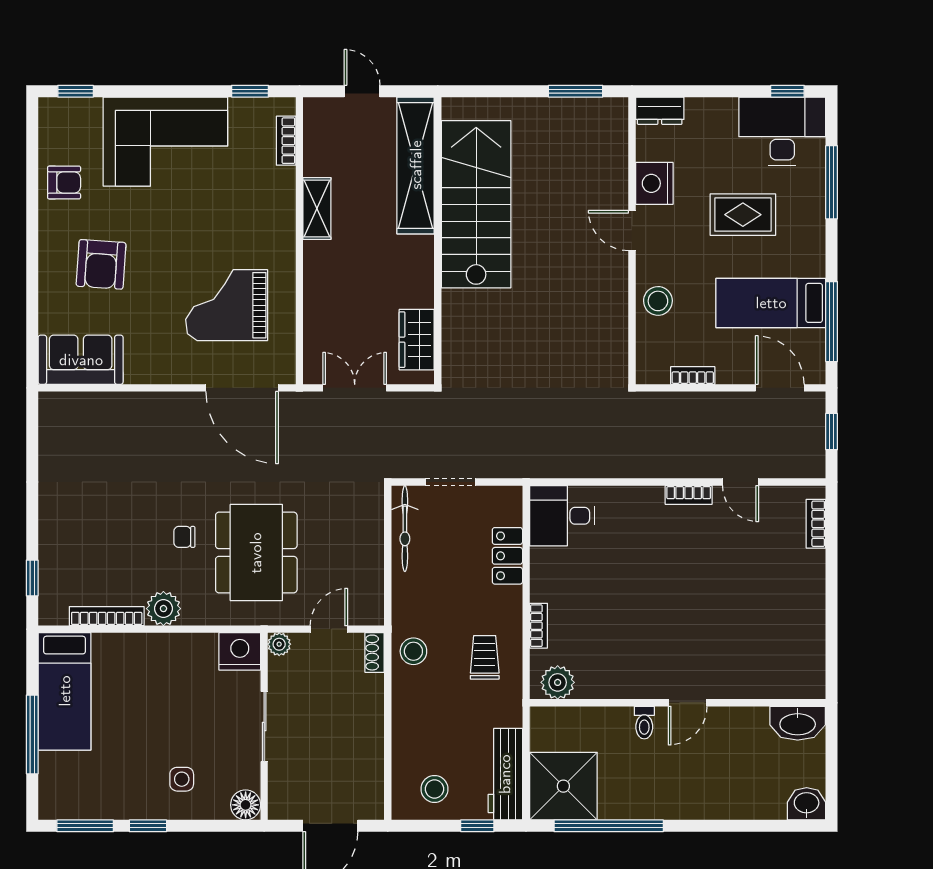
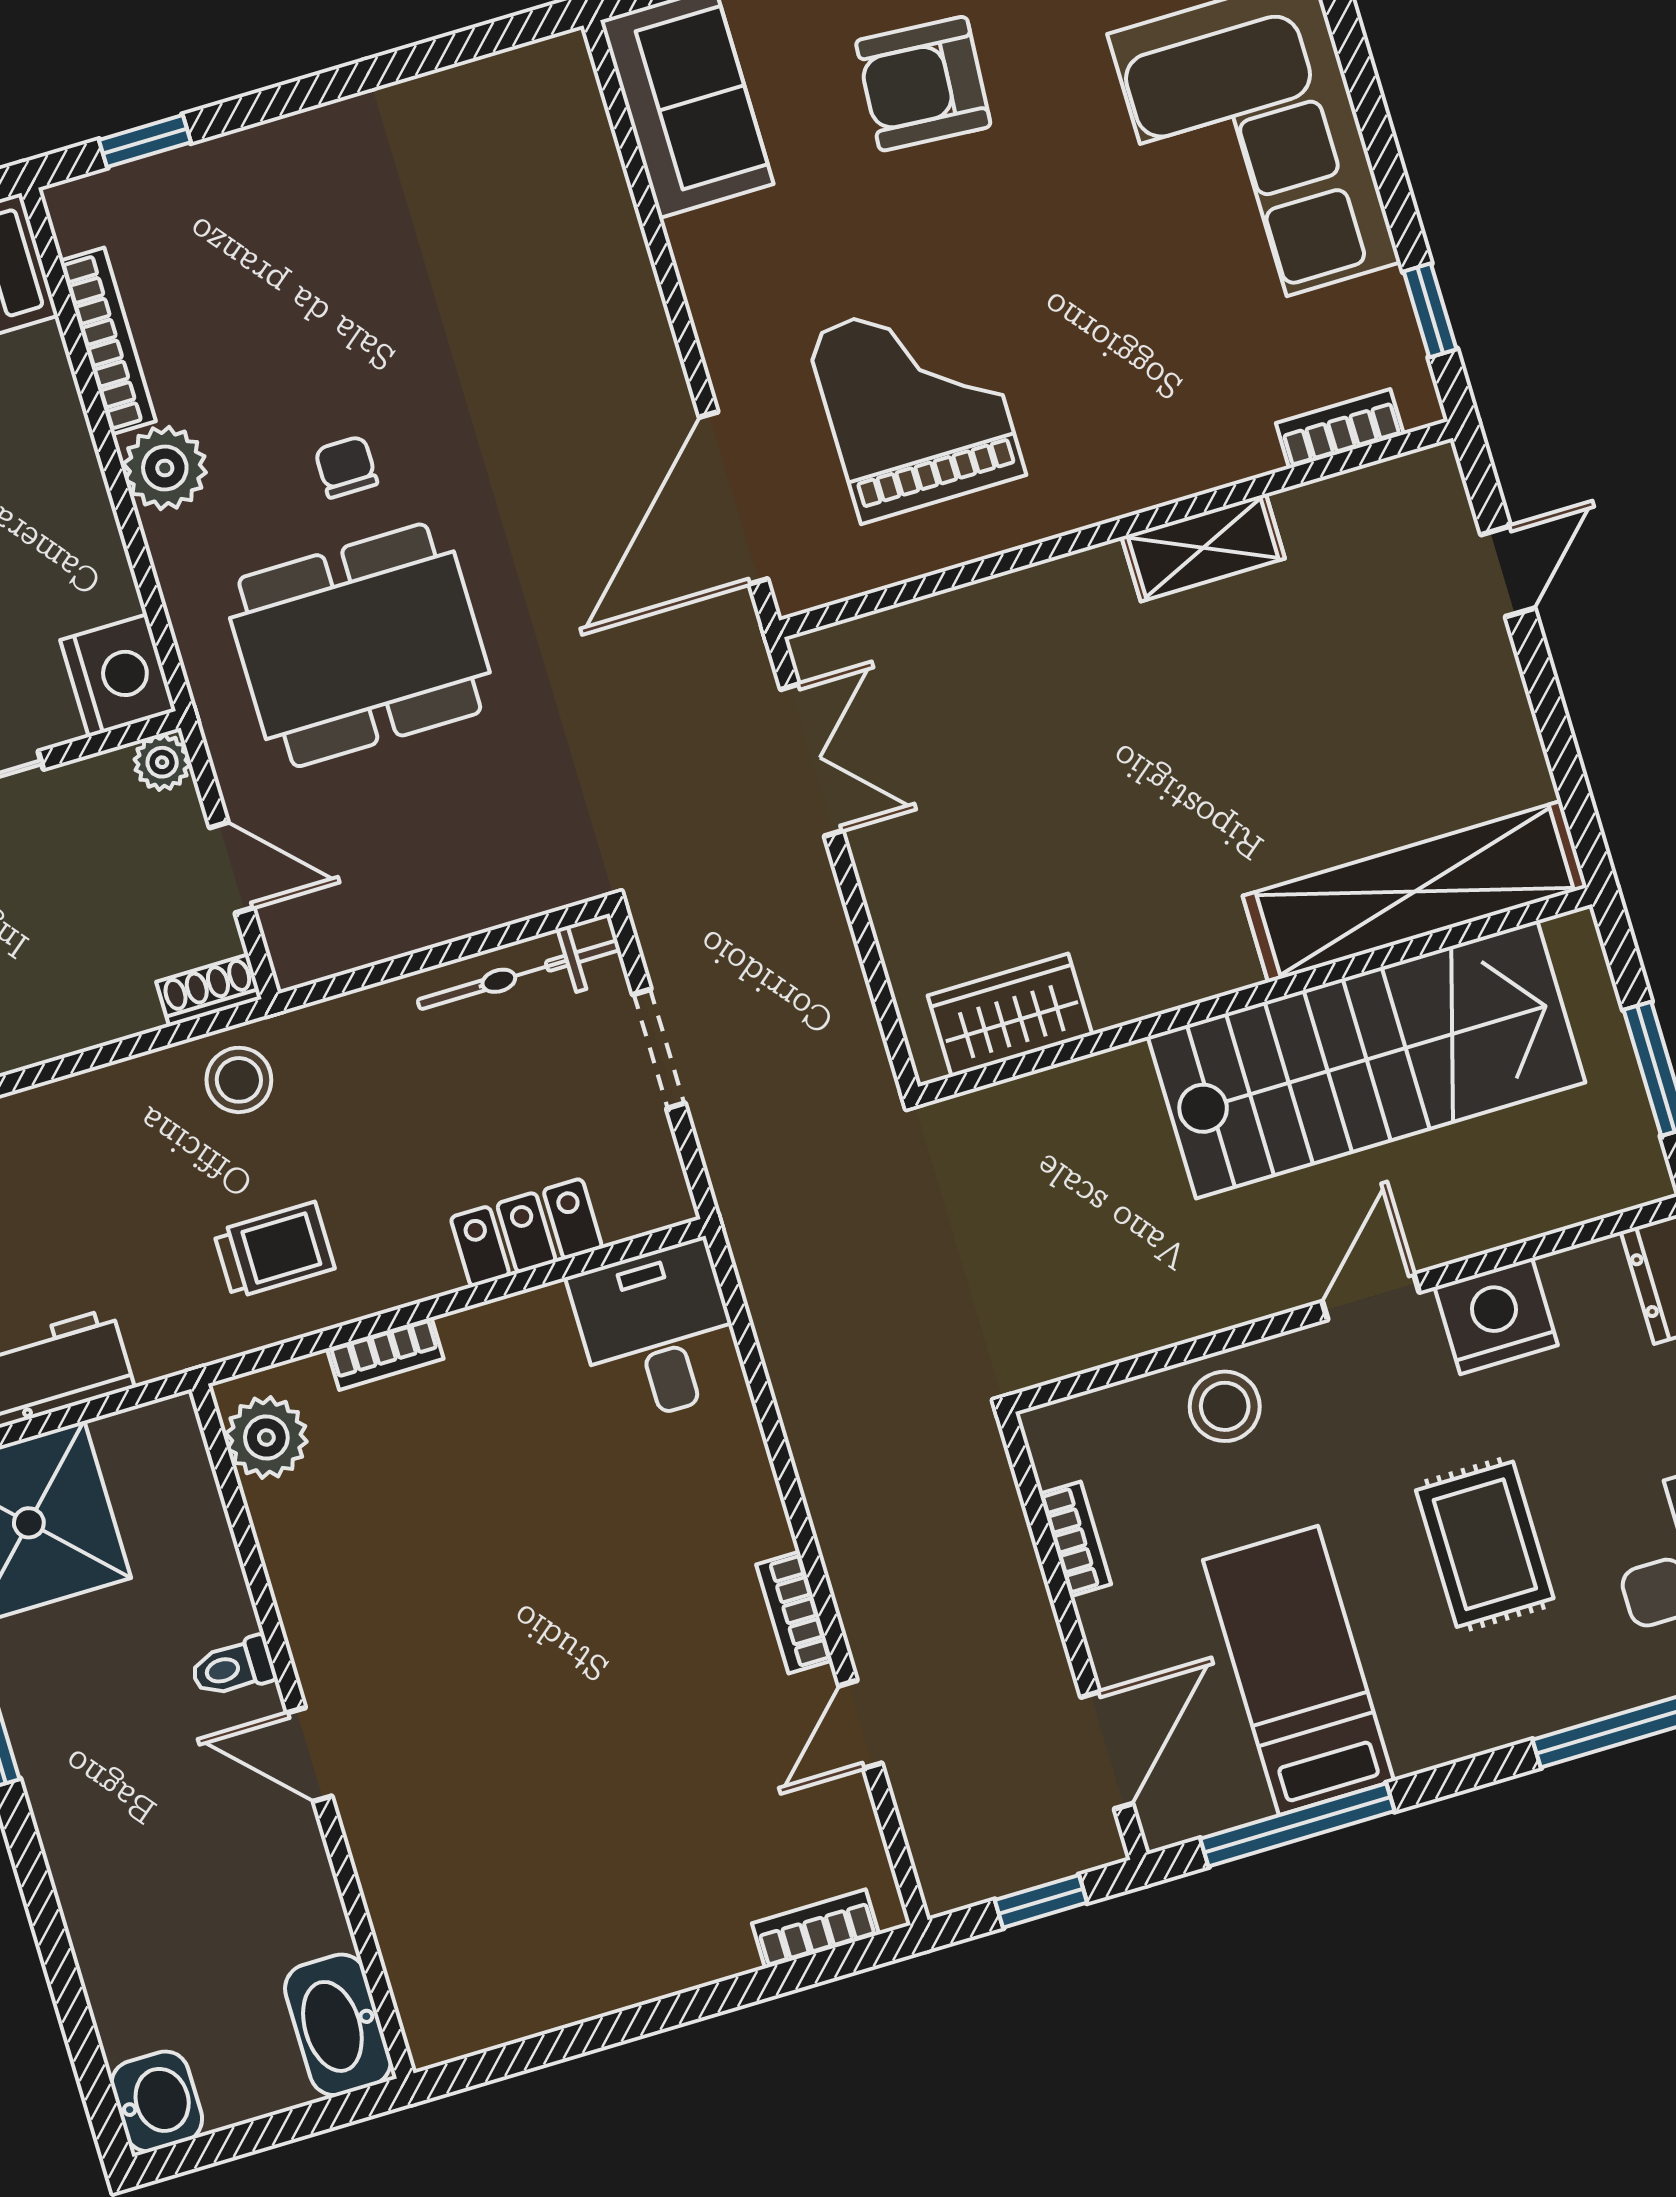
shelving: (416, 165) -> (1415, 892), moved
stairs: (476, 204) -> (1367, 1060), moved
wall: (438, 241) -> (1255, 995), moved
wardrobe: (417, 340) -> (1010, 1015), moved

